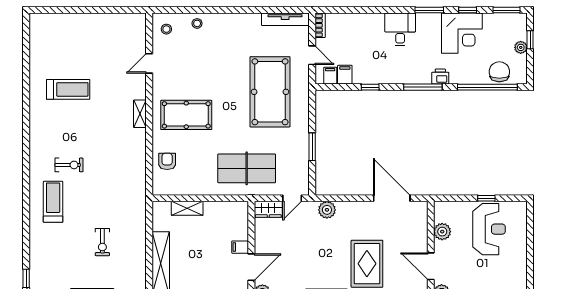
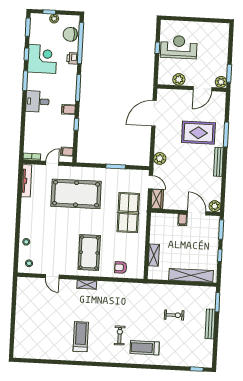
filing cabinet: (345, 75) -> (68, 109), moved
printer: (440, 77) -> (72, 58), moved
treadmill: (68, 89) -> (81, 337), moved

